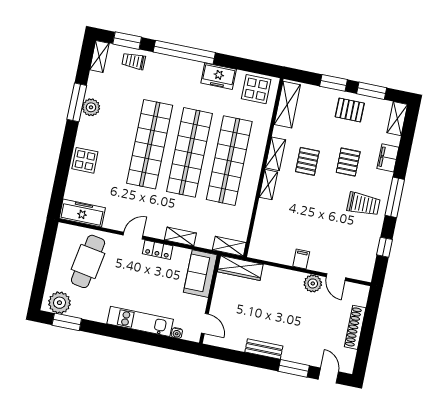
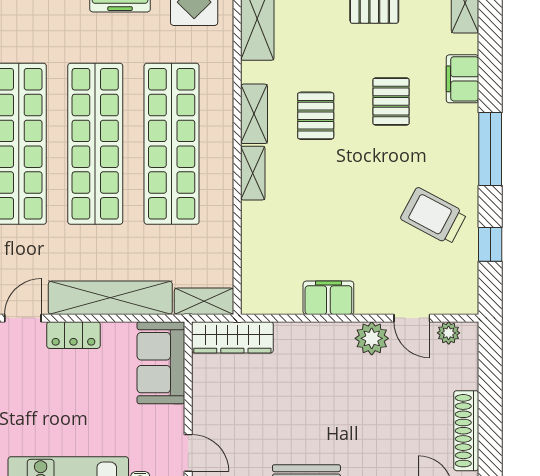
trolley: (364, 204) -> (434, 216), moved, turned -152
shelving: (180, 237) -> (110, 298), width x2.20, depth x1.33
filing cabinet: (301, 259) -> (328, 298), width x2.00
plant: (353, 289) -> (449, 333), added
shoe rack: (355, 327) -> (466, 431), moved

